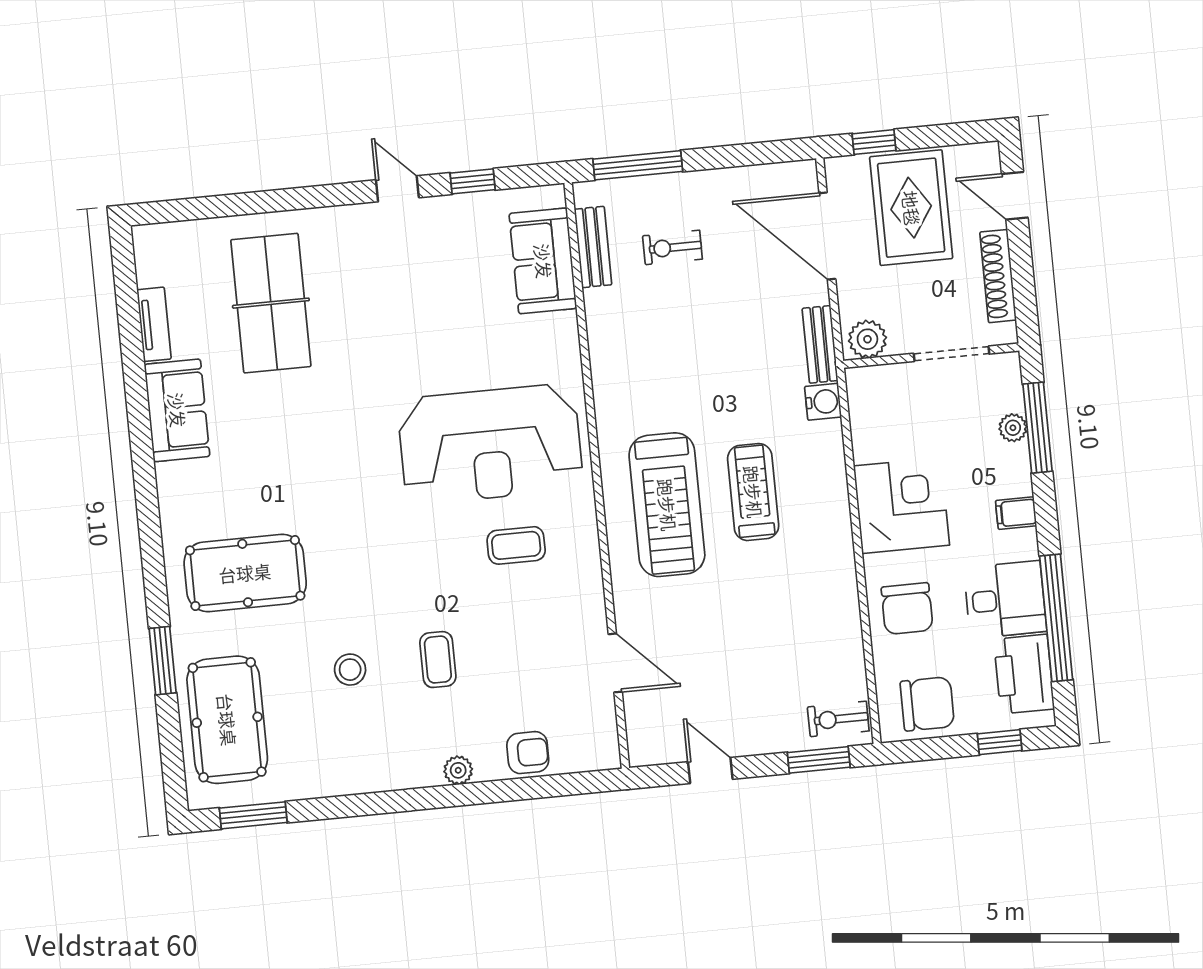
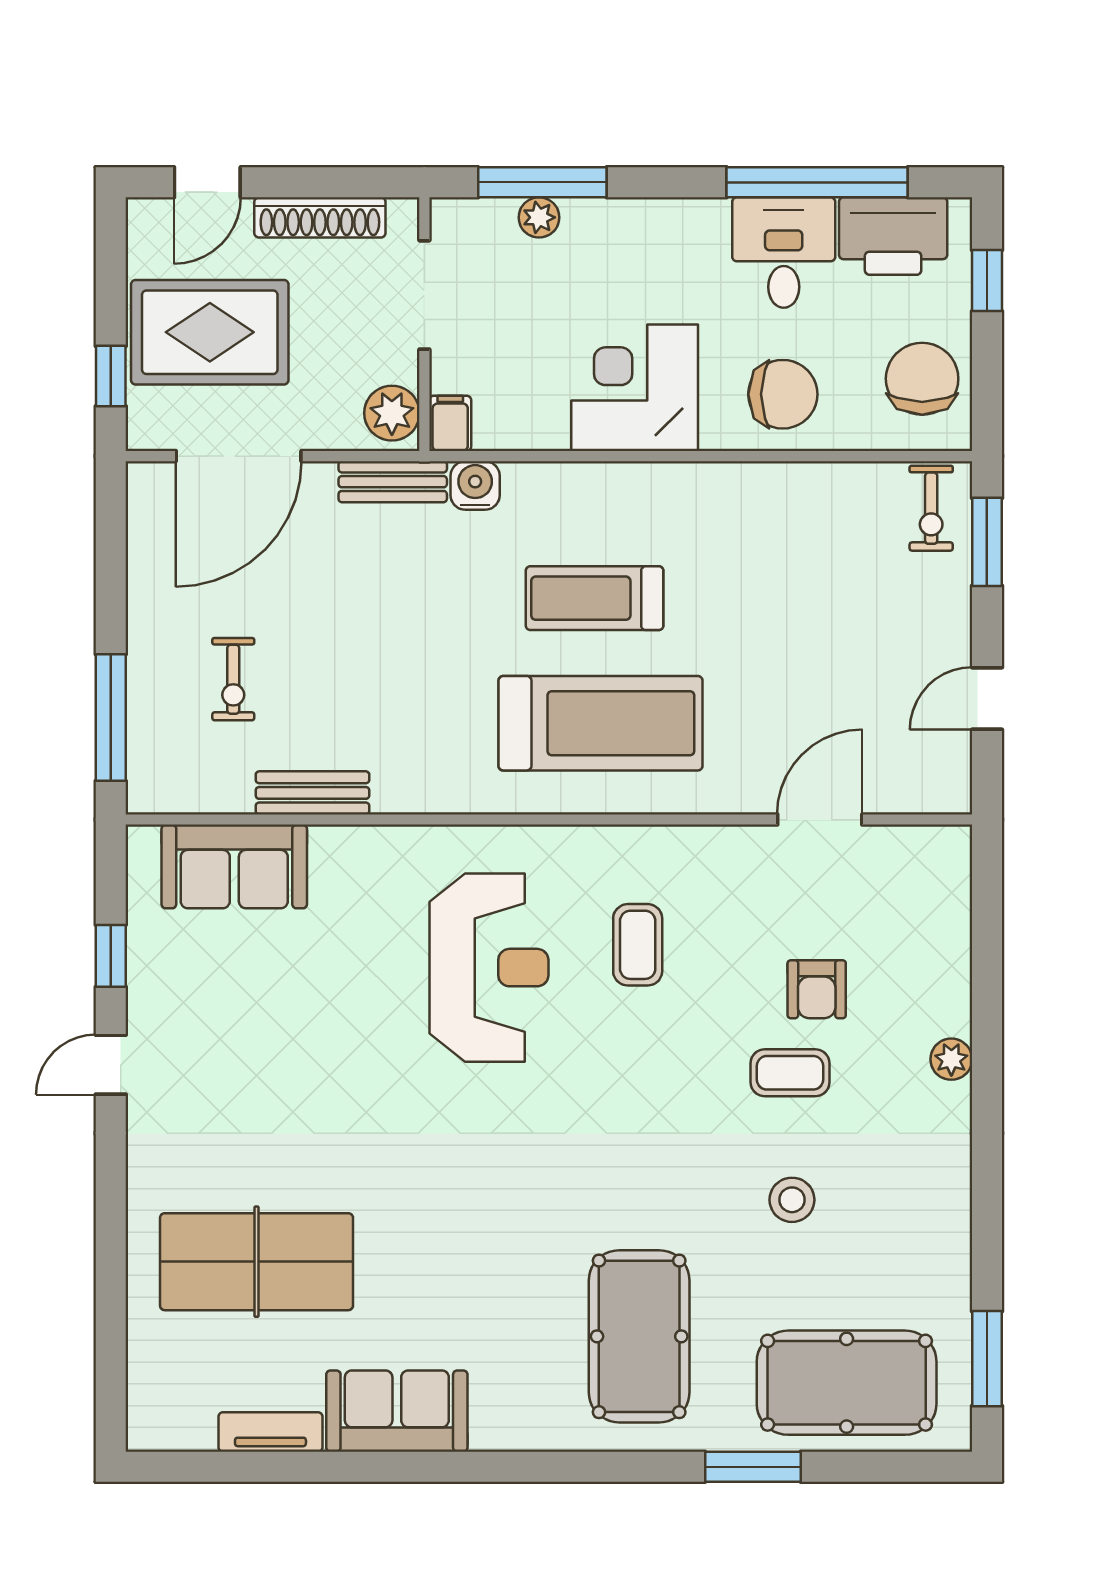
bench: (593, 247) -> (312, 793), moved
reception desk: (490, 444) -> (489, 968), width x0.74, depth x0.77
filing cabinet: (1016, 513) -> (450, 423), moved, turned 180
armchair: (528, 753) -> (817, 989), moved, turned 180

